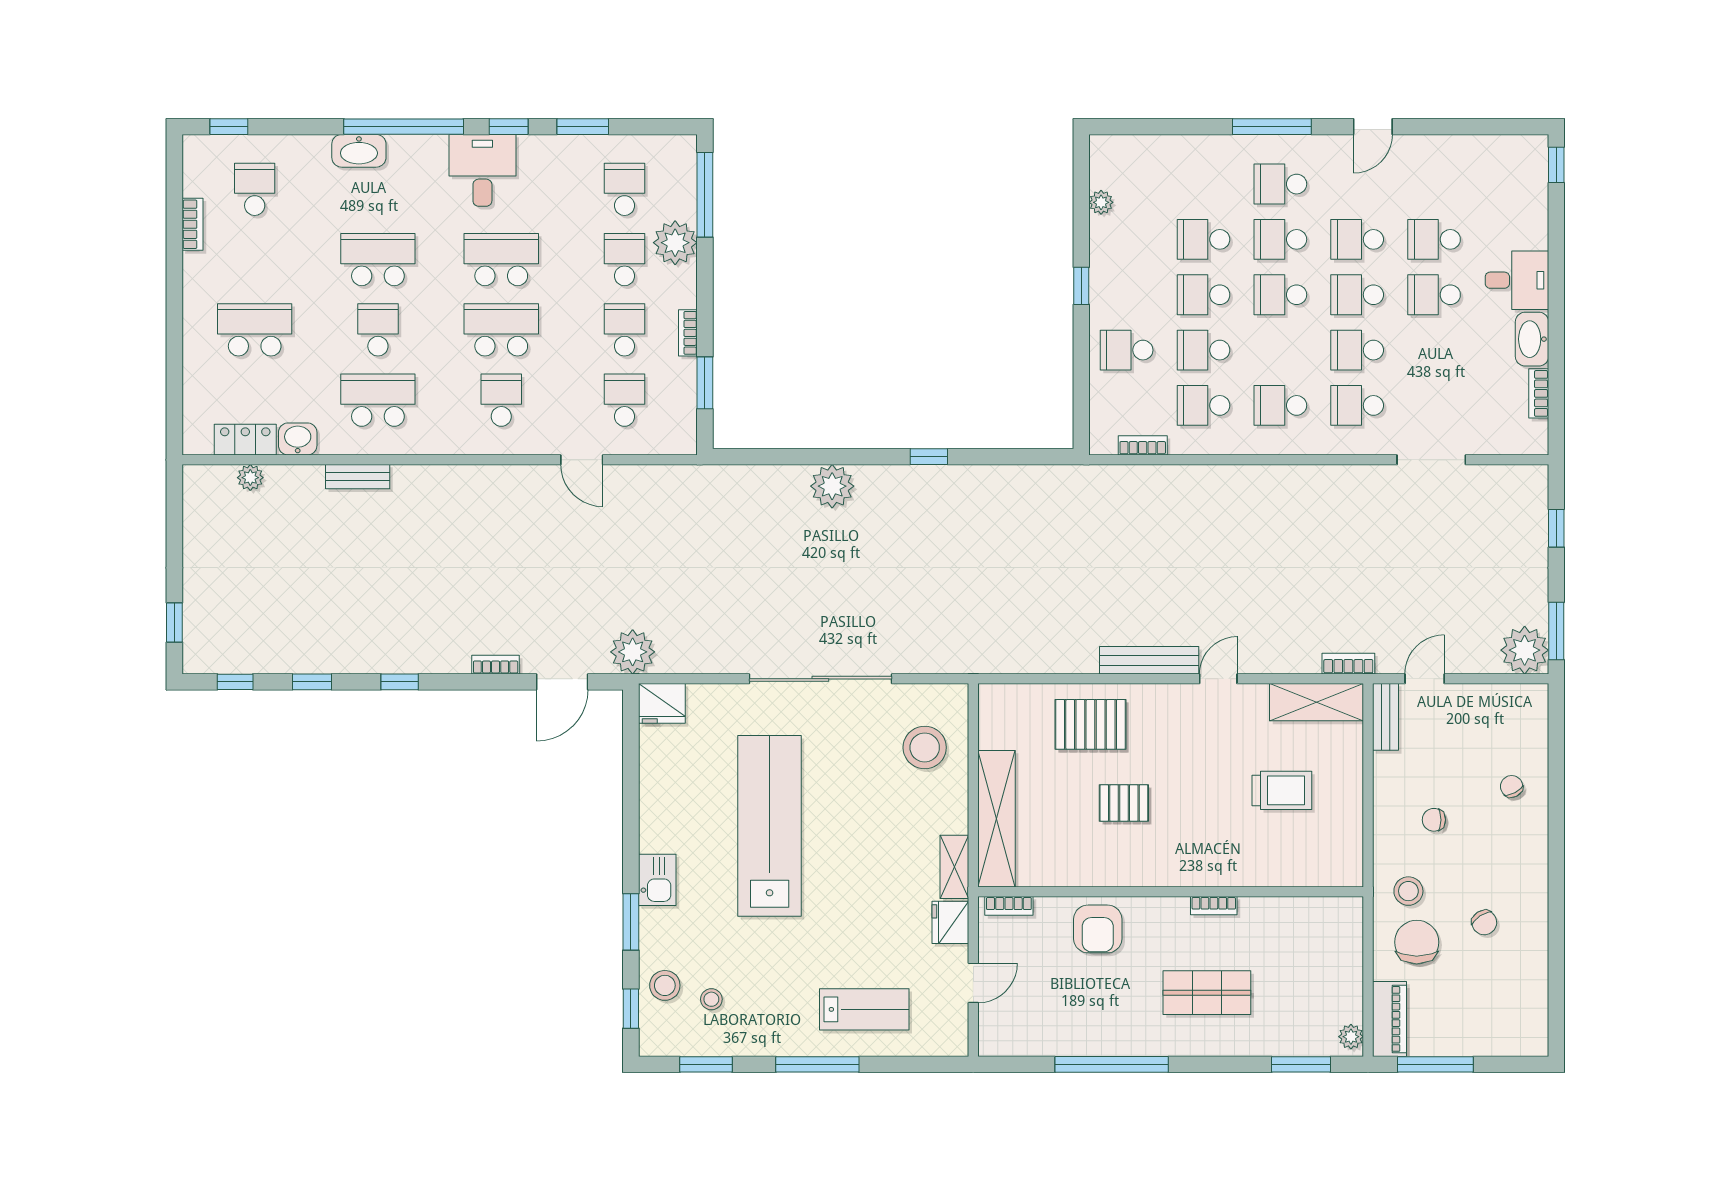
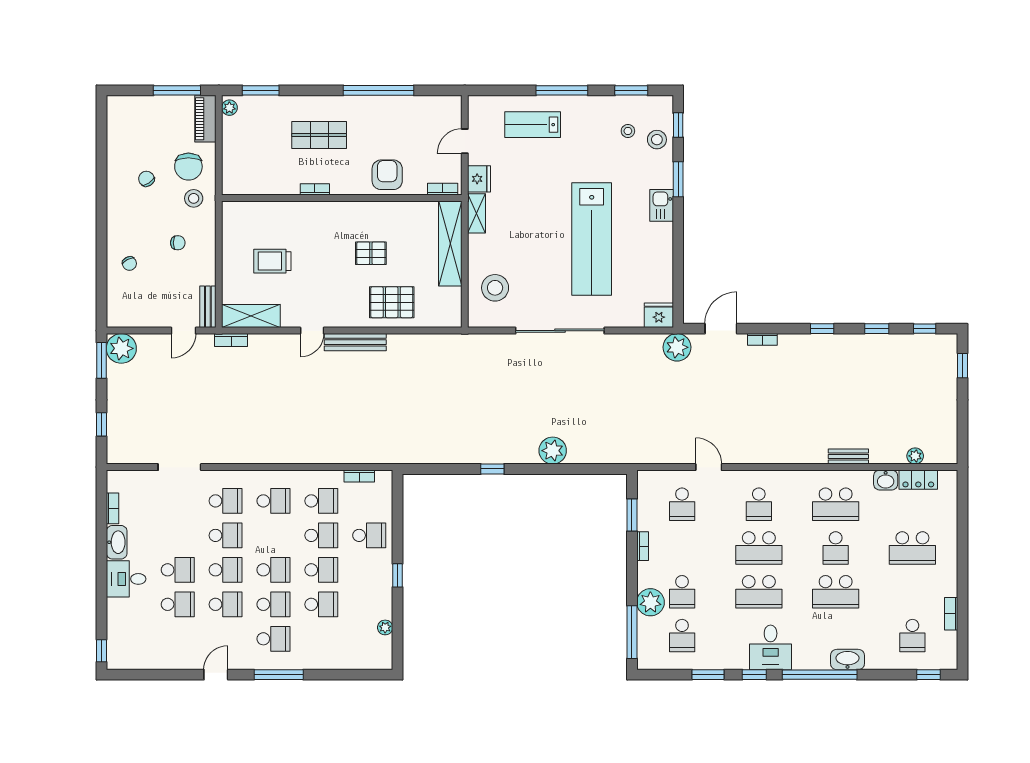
school desk: (625, 330) -> (682, 548), removed

